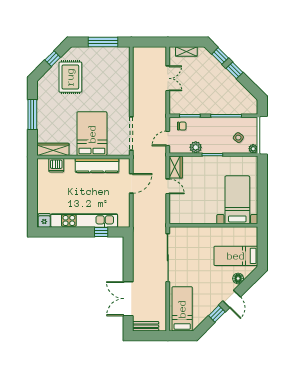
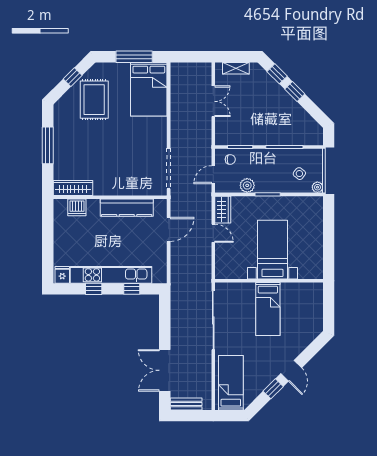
bed: (92, 134) -> (149, 89), moved, turned 180
bed with nightstands: (237, 200) -> (272, 250), moved
window: (70, 232) -> (94, 289), added
bed: (236, 256) -> (268, 309), moved, turned -90
floor lamp: (238, 278) -> (299, 346), removed

